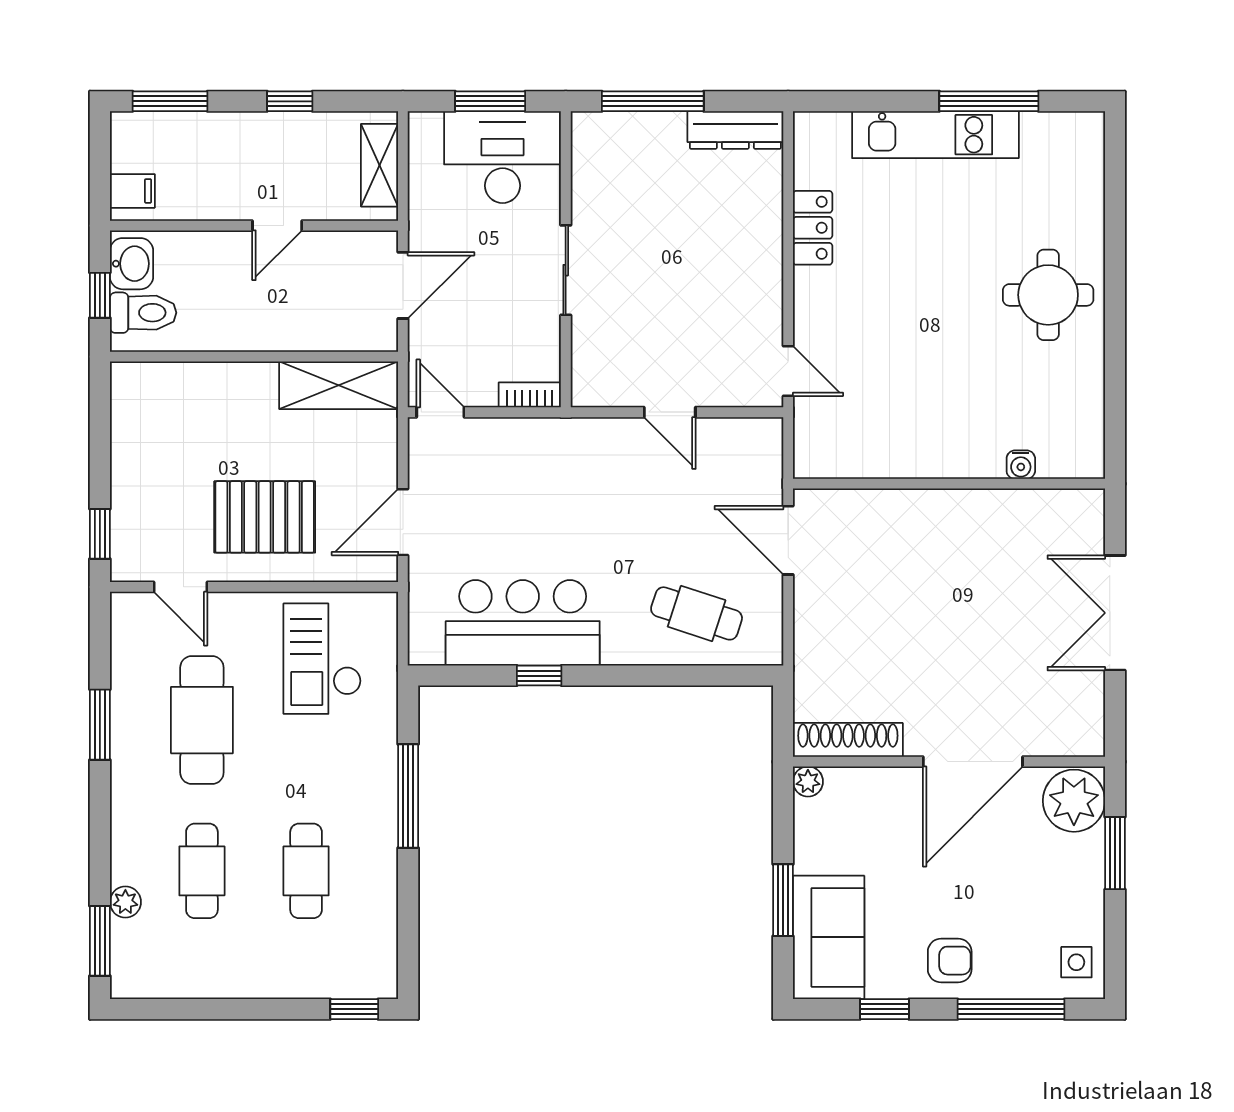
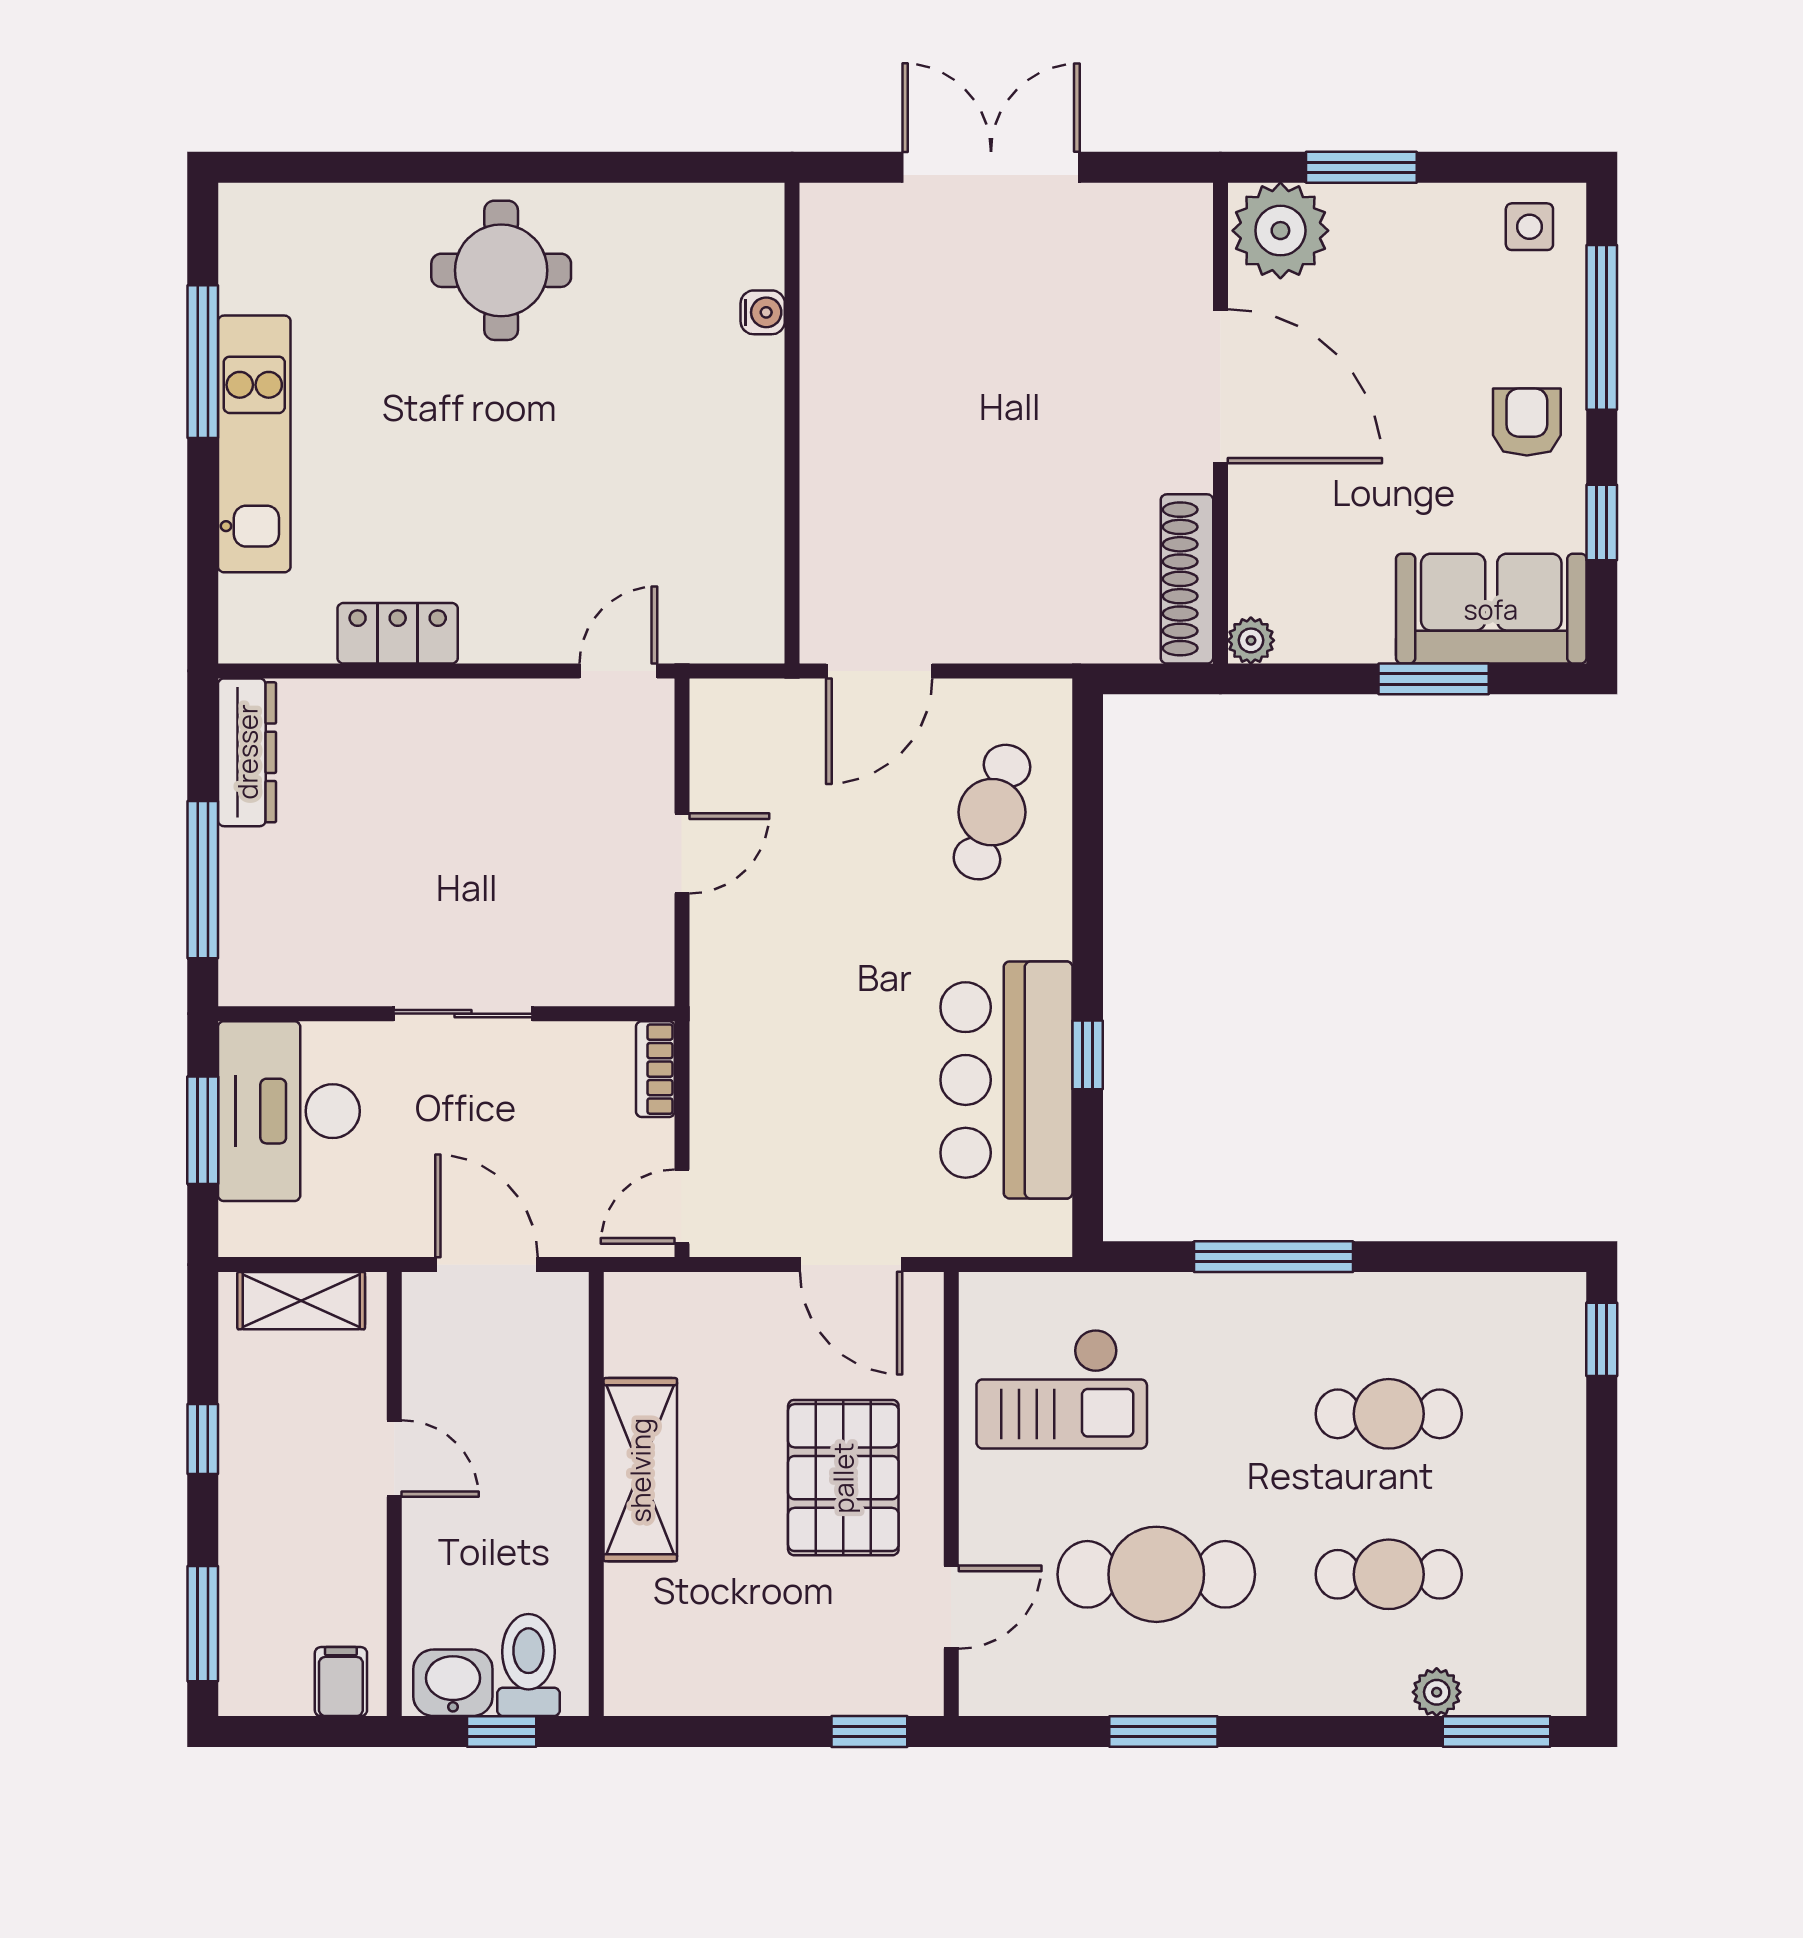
shelving: (339, 385) -> (640, 1470), moved
double door: (1115, 613) -> (991, 167), swing flipped

